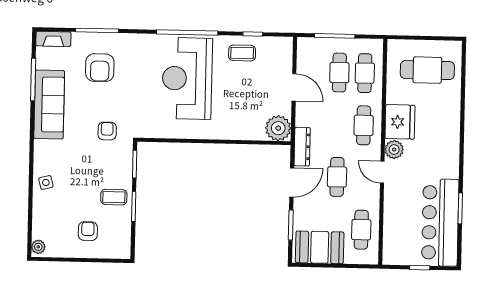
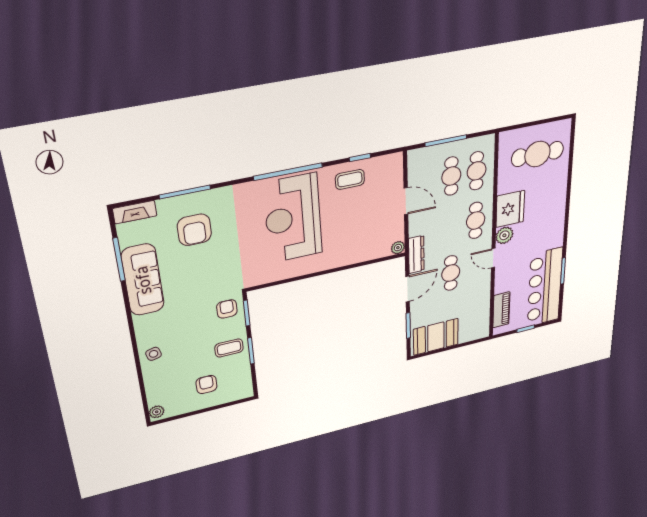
plant: (278, 128) -> (398, 248), width x0.53, depth x0.53
armchair: (107, 131) -> (227, 309), moved
cafe table: (361, 230) -> (474, 312), removed
piano: (392, 236) -> (501, 310), added

